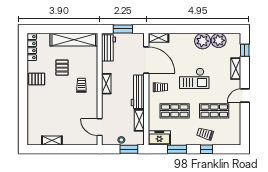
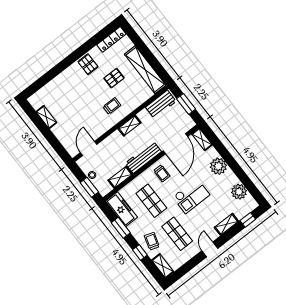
plant: (203, 41) -> (218, 166), moved
checkout: (194, 78) -> (191, 196), turned -90
door: (245, 96) -> (210, 249), hinge flipped
freezer: (159, 138) -> (122, 209), width x1.40
shelving: (230, 140) -> (163, 266), added

